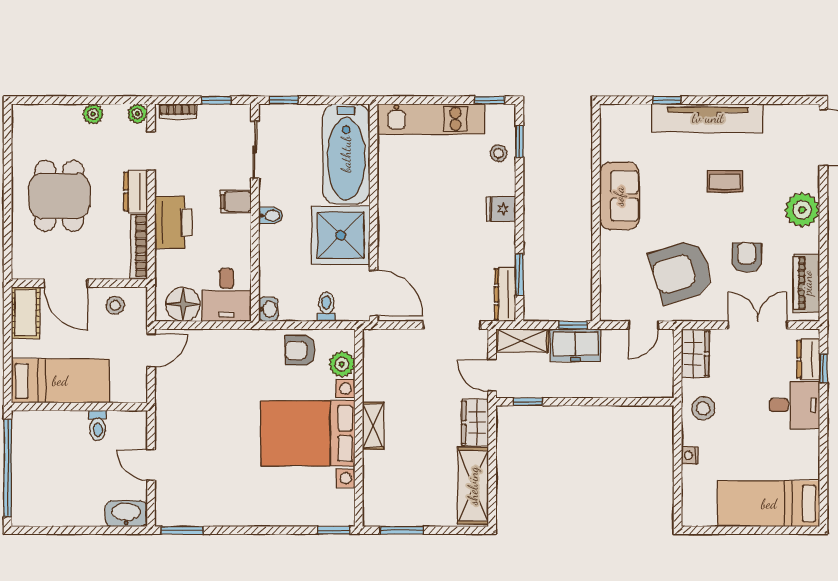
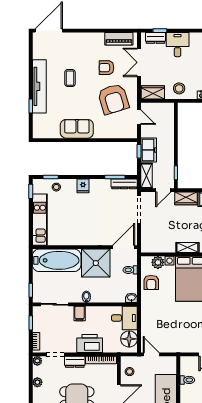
plant: (802, 210) -> (84, 41), removed

